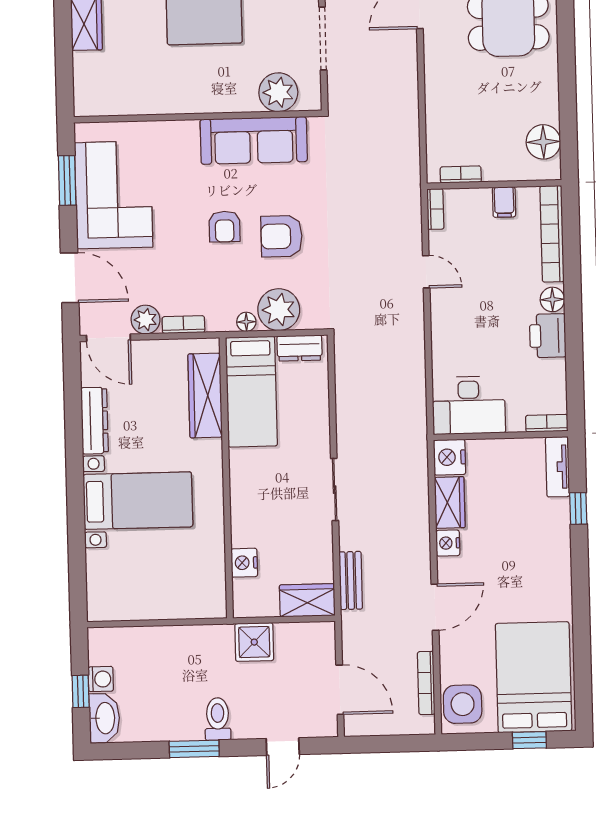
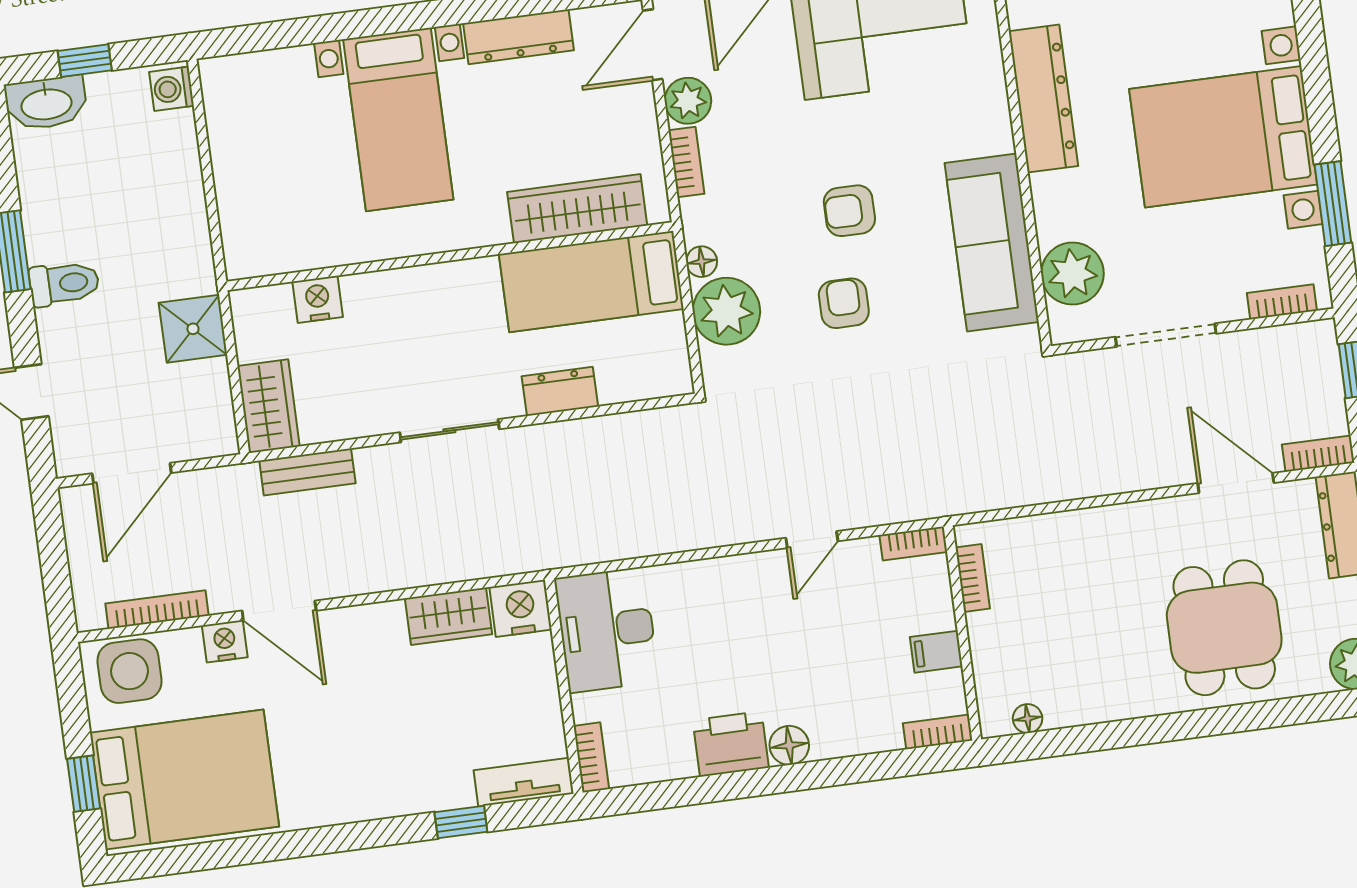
dresser: (168, 99) -> (1043, 99), added
floor lamp: (543, 142) -> (1028, 719), width x0.53, depth x0.53
bookcase: (552, 234) -> (938, 732), width x0.43, depth x0.76
armchair: (282, 236) -> (844, 303), width x0.72, depth x0.72
dresser: (300, 348) -> (560, 391), moved, turned 90
nightstand: (448, 543) -> (225, 641), moved
washing machine: (101, 679) -> (172, 89), moved, turned 90

